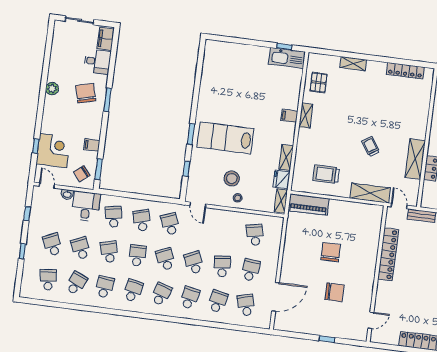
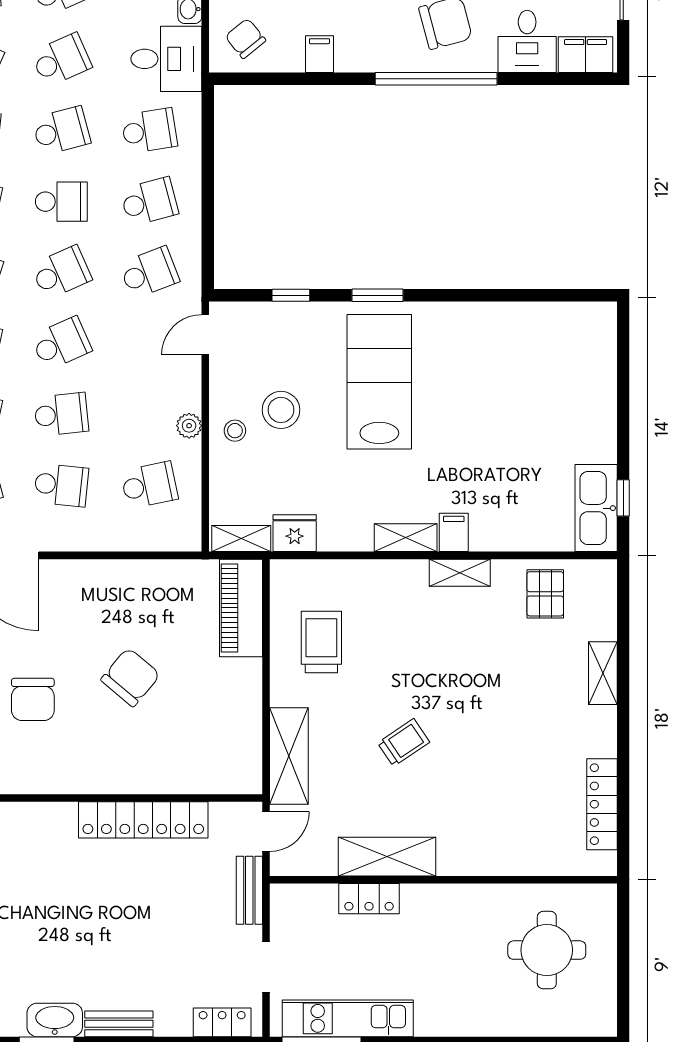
pallet: (319, 83) -> (545, 594), turned 90
window: (108, 100) -> (436, 79), width x2.11
shelving: (286, 158) -> (406, 538), moved
window: (99, 169) -> (262, 79), removed
plant: (233, 216) -> (189, 426), added
chair: (331, 252) -> (131, 677), turned -50

